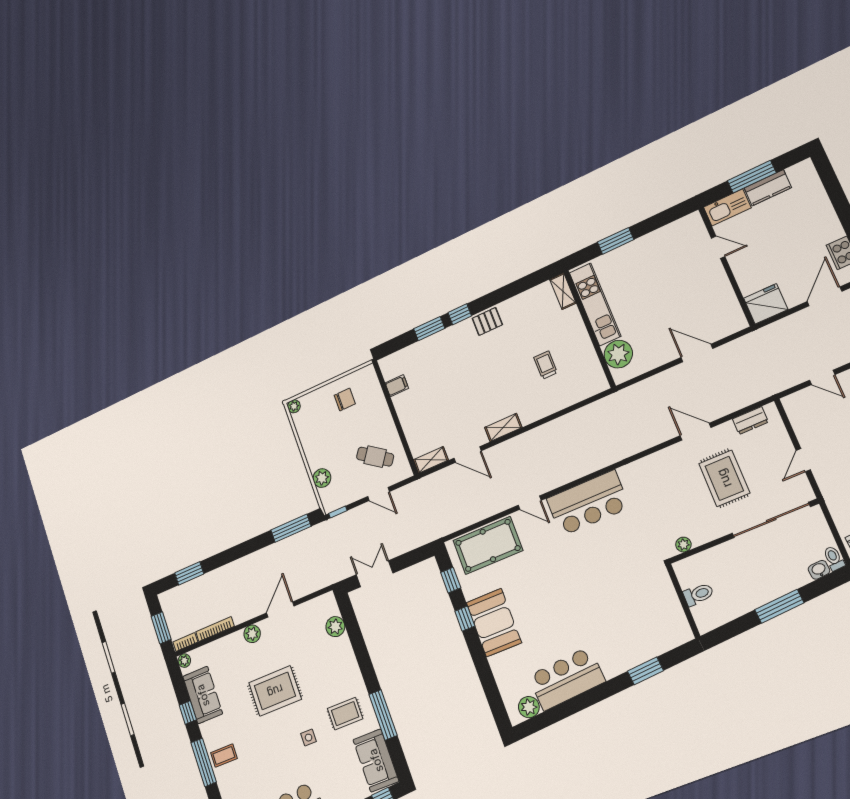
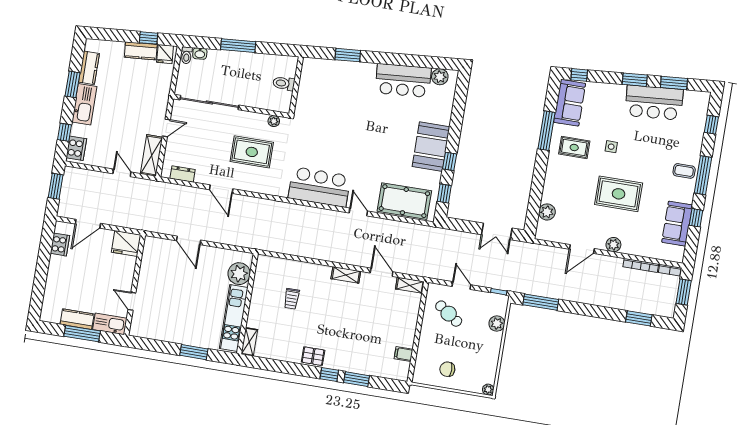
shelving: (800, 418) -> (152, 155), added
rug: (724, 478) -> (252, 152), moved, turned 90
plant: (184, 661) -> (678, 257), removed

